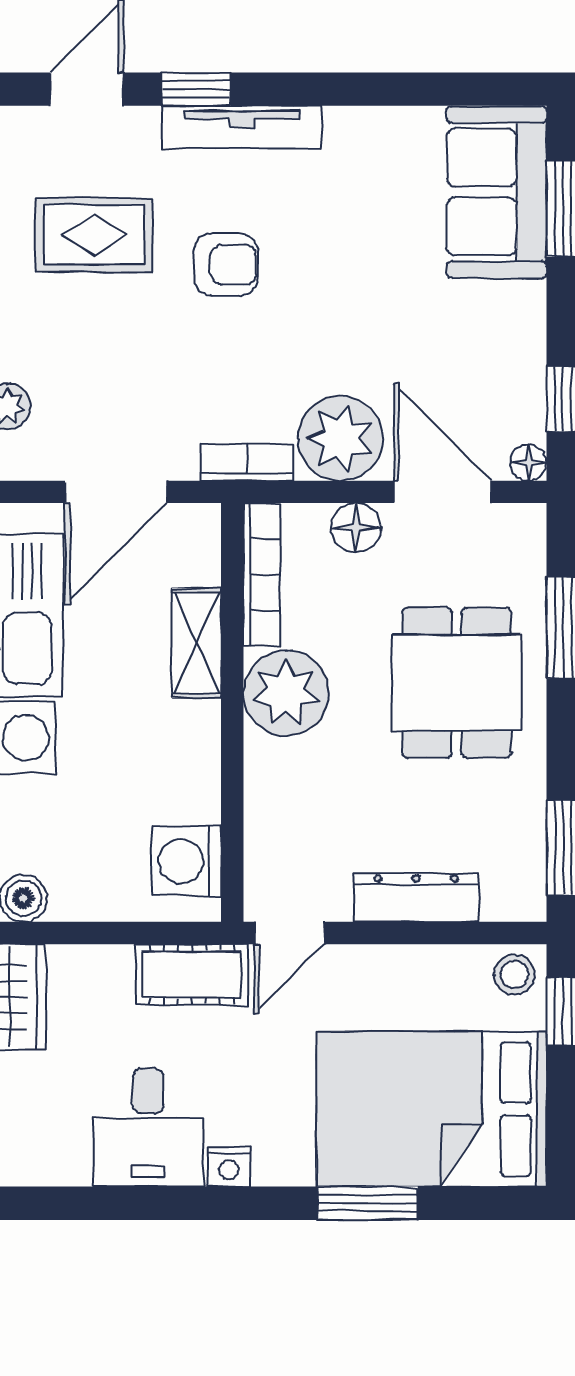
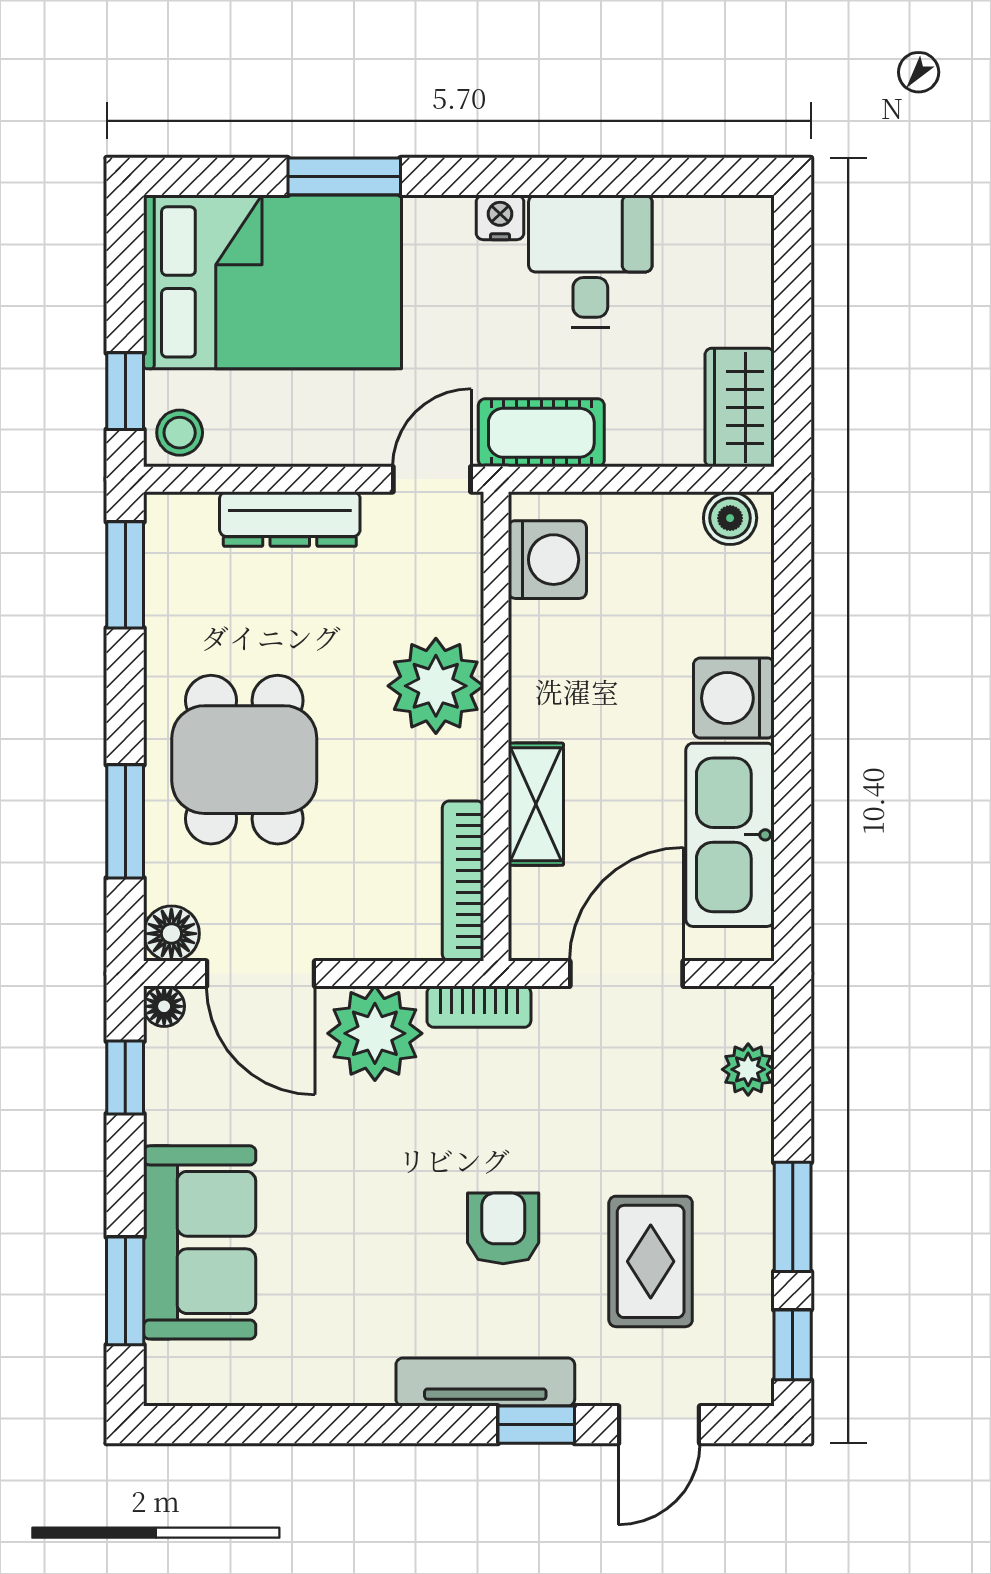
sofa: (497, 192) -> (200, 1242), moved
rug: (94, 235) -> (651, 1261), turned 90
armchair: (226, 264) -> (503, 1228), turned 90
floor lamp: (356, 528) -> (171, 934), moved
plant: (286, 693) -> (436, 686), moved

